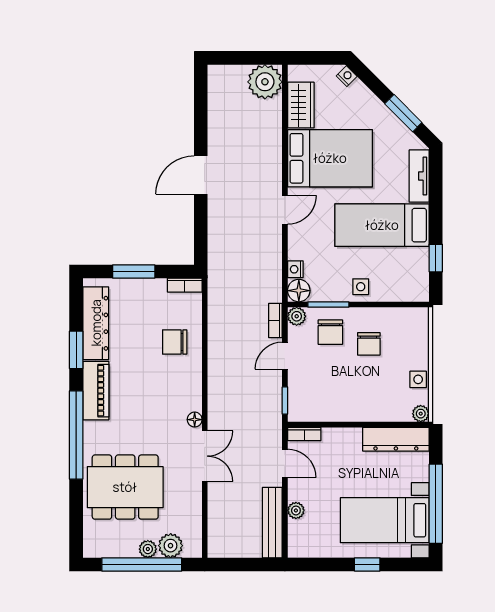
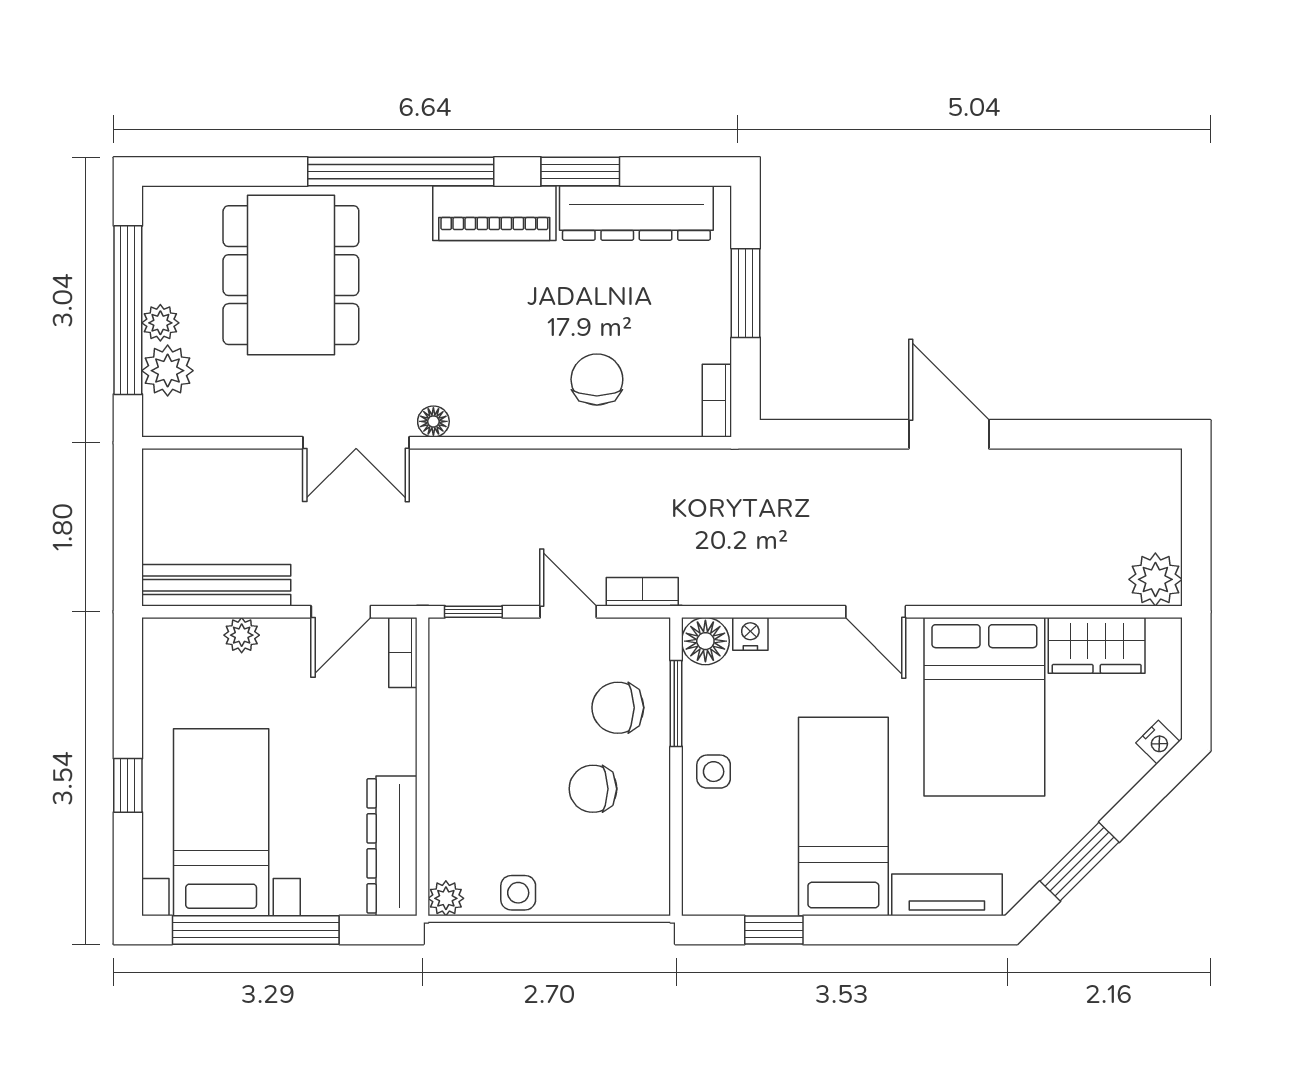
plant: (265, 82) -> (1155, 579), width x0.73, depth x0.73
plant: (297, 316) -> (651, 637), removed

